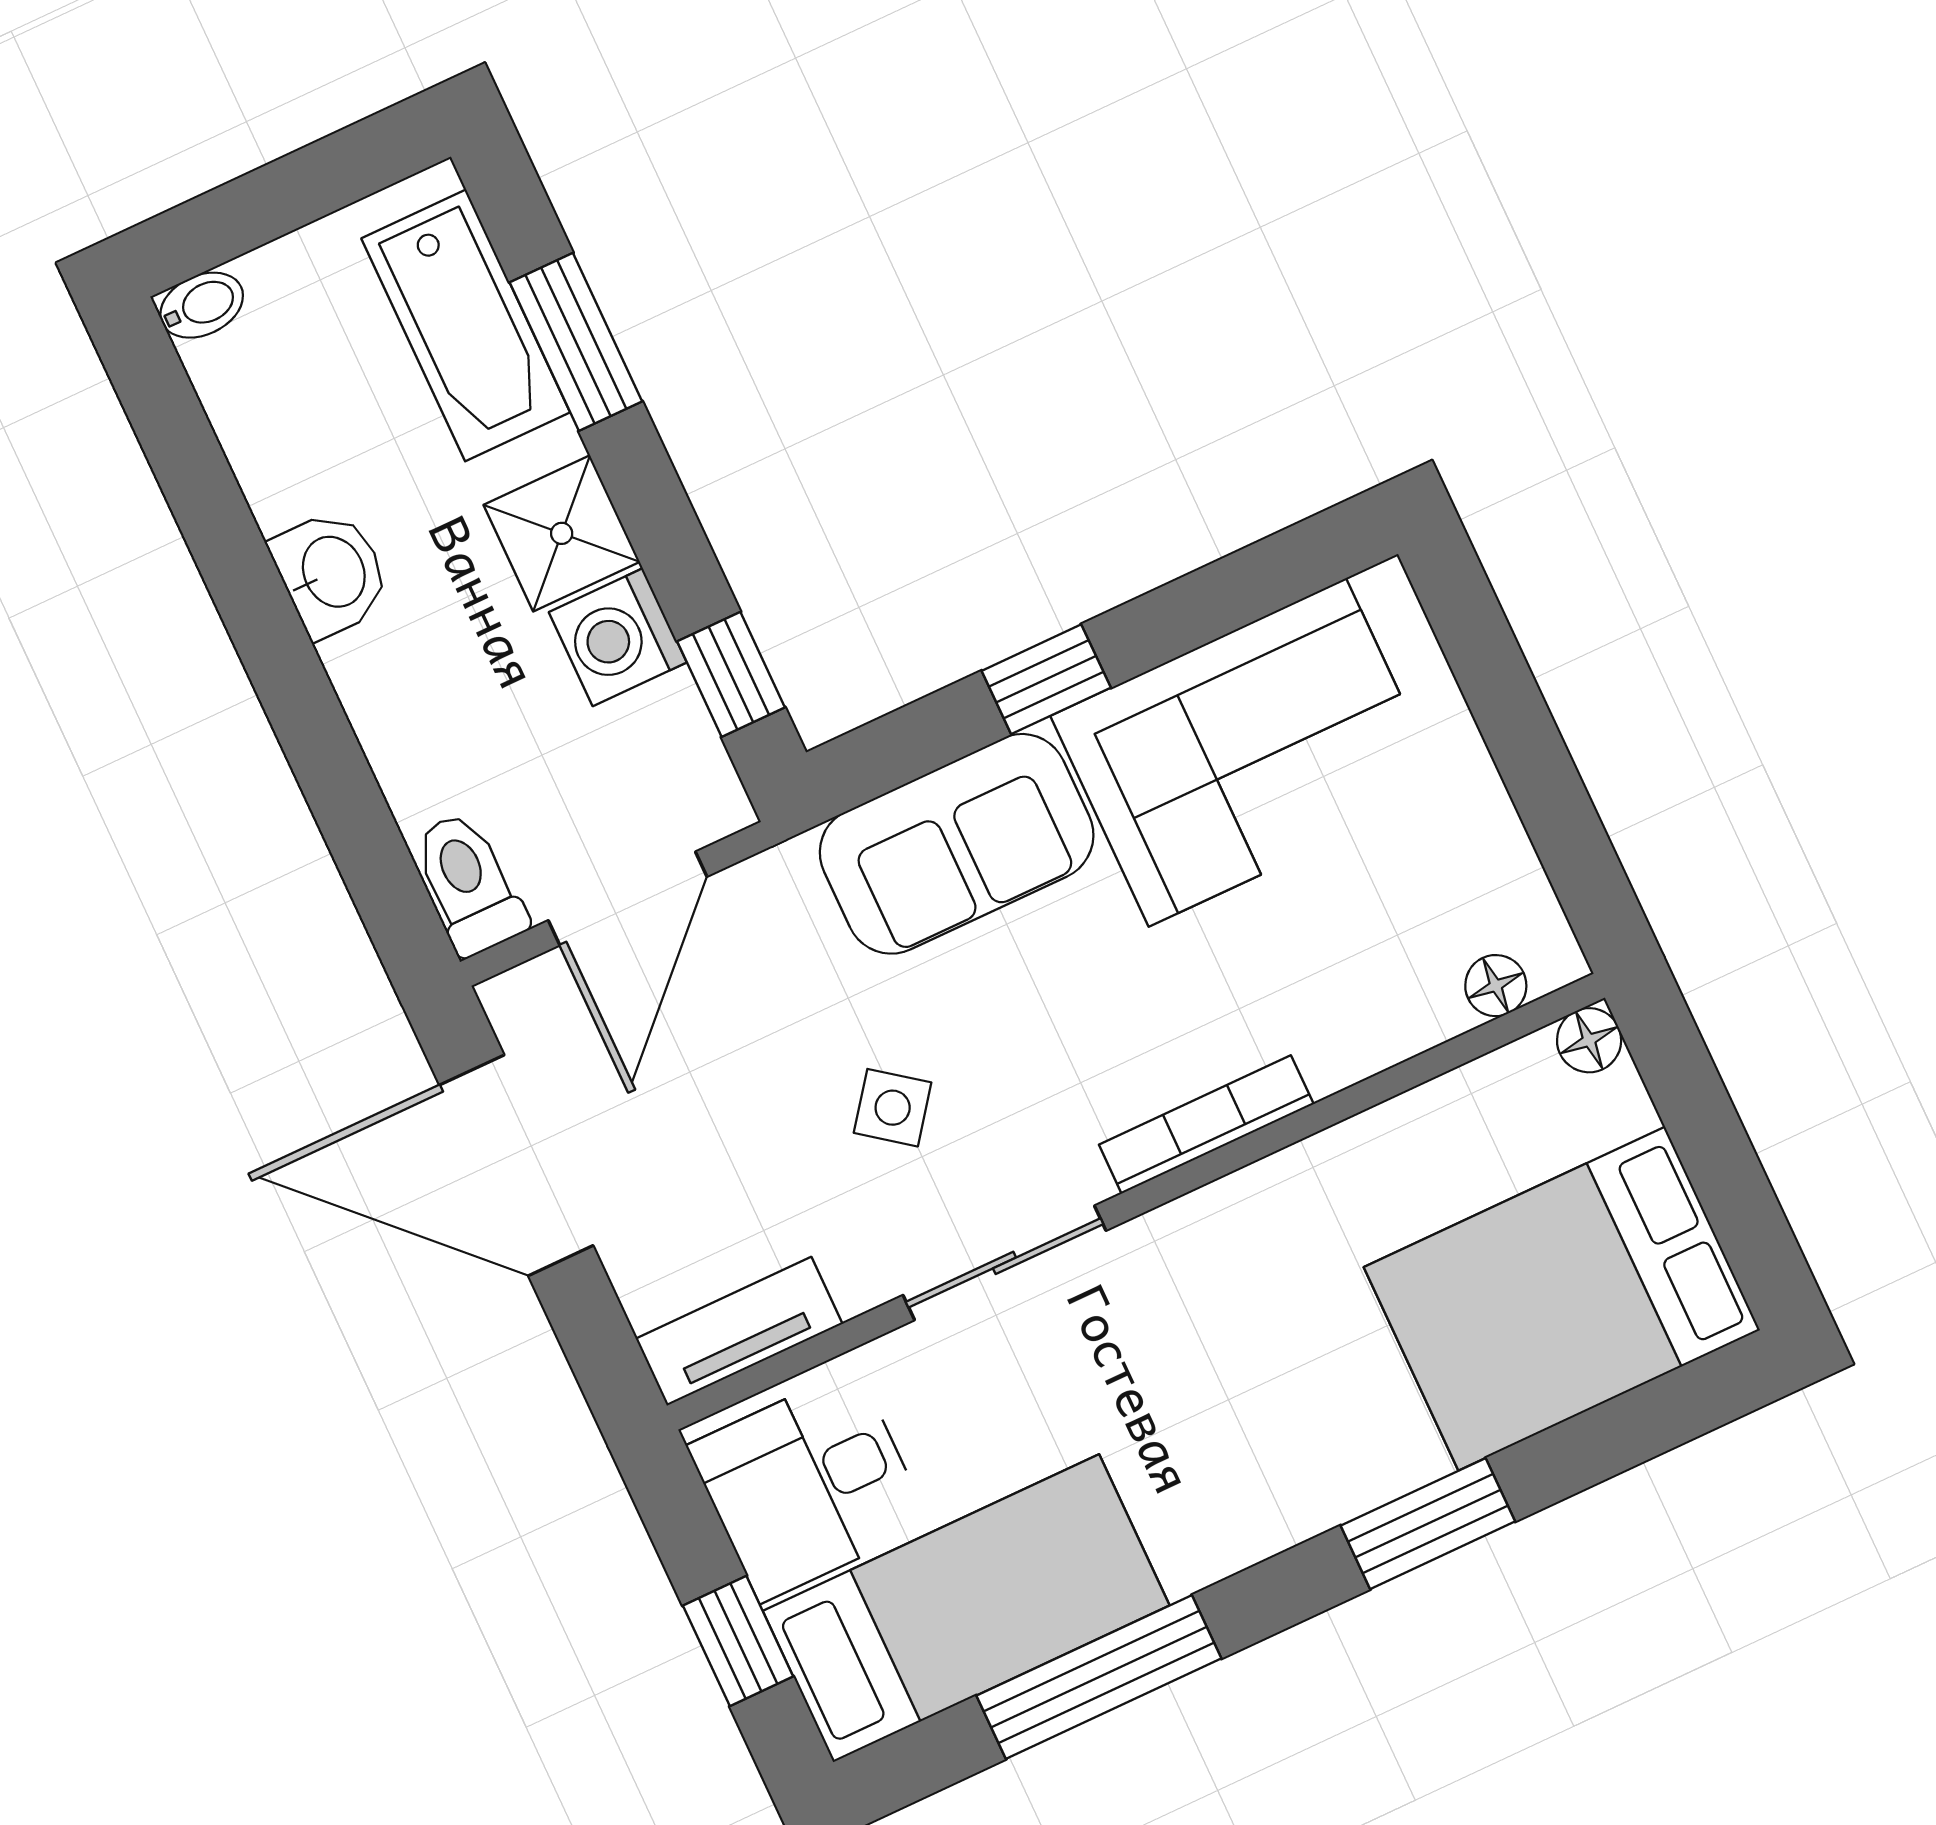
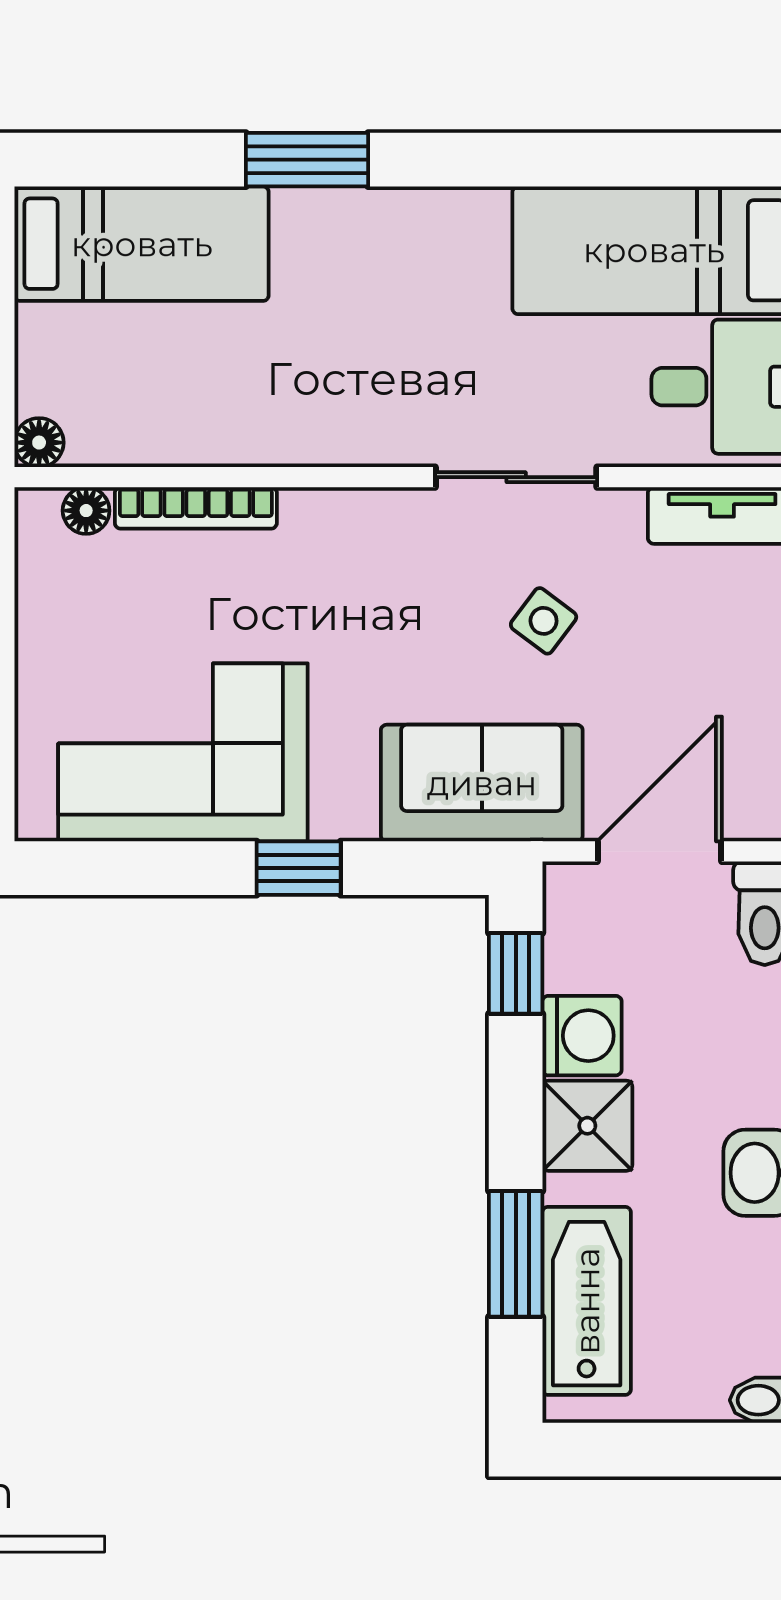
sofa: (957, 844) -> (482, 783), moved
bookcase: (1206, 1124) -> (196, 508), moved
bed: (1562, 1299) -> (142, 244), width x0.67
window: (1099, 1677) -> (585, 160), removed

